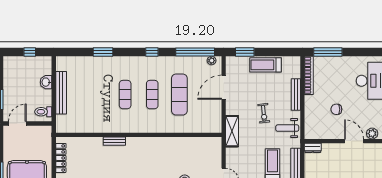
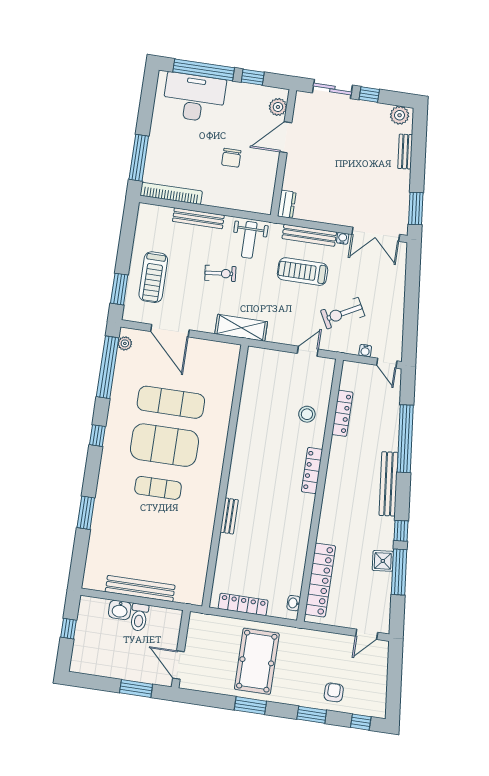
treadmill: (266, 65) -> (153, 277), moved
exercise mat: (152, 95) -> (164, 445), width x2.00, depth x1.45
toilet: (43, 112) -> (139, 617), moved

